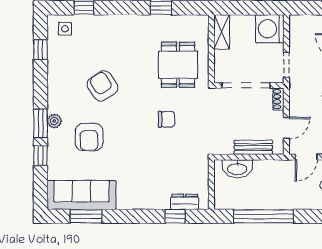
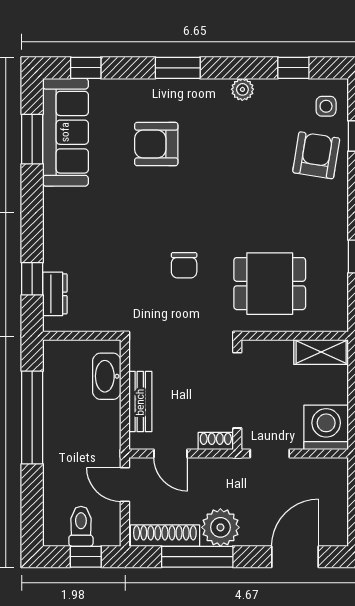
armchair: (103, 86) -> (316, 155), moved, turned -48
plant: (54, 121) -> (242, 89), moved
window: (40, 156) -> (86, 68), moved

